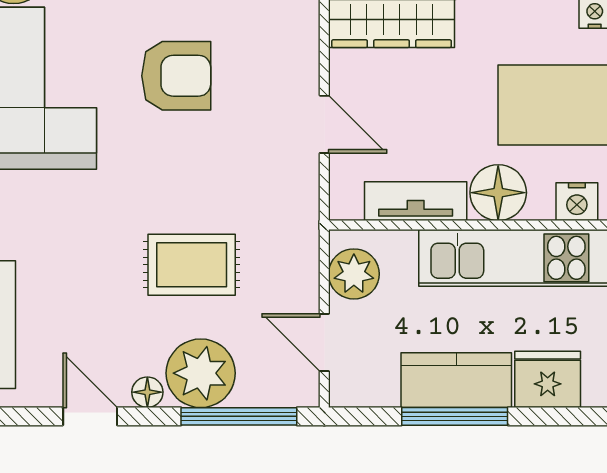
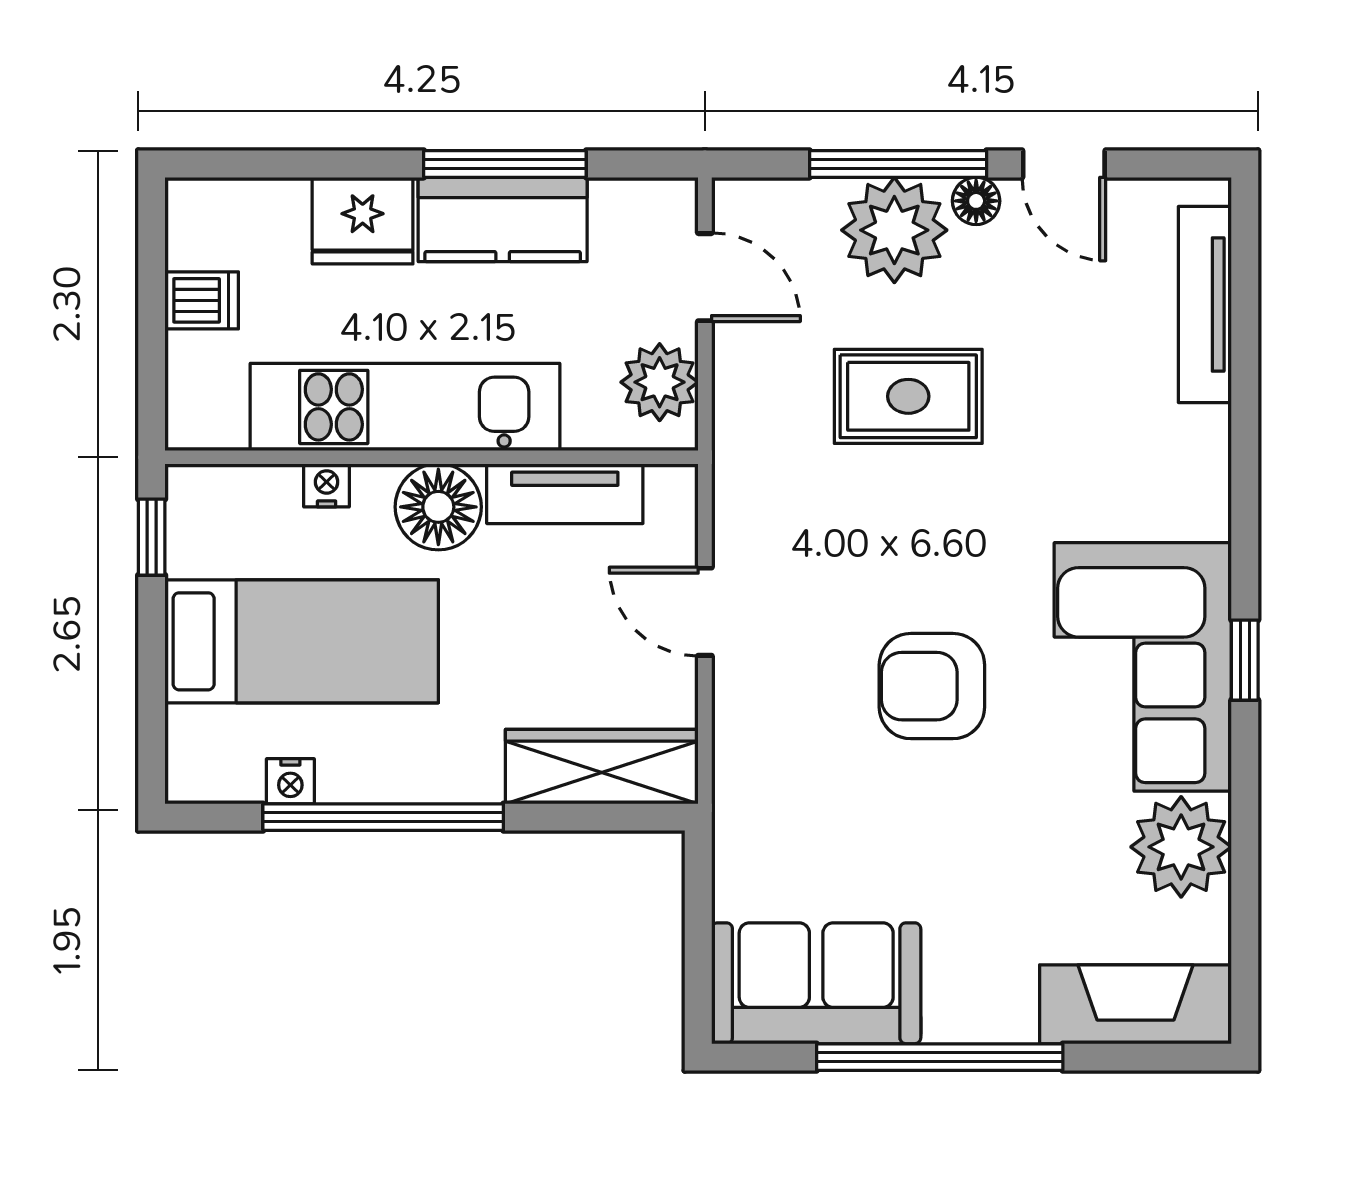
nightstand: (577, 202) -> (327, 485), width x0.72, depth x0.74
window: (239, 416) -> (898, 164), moved

